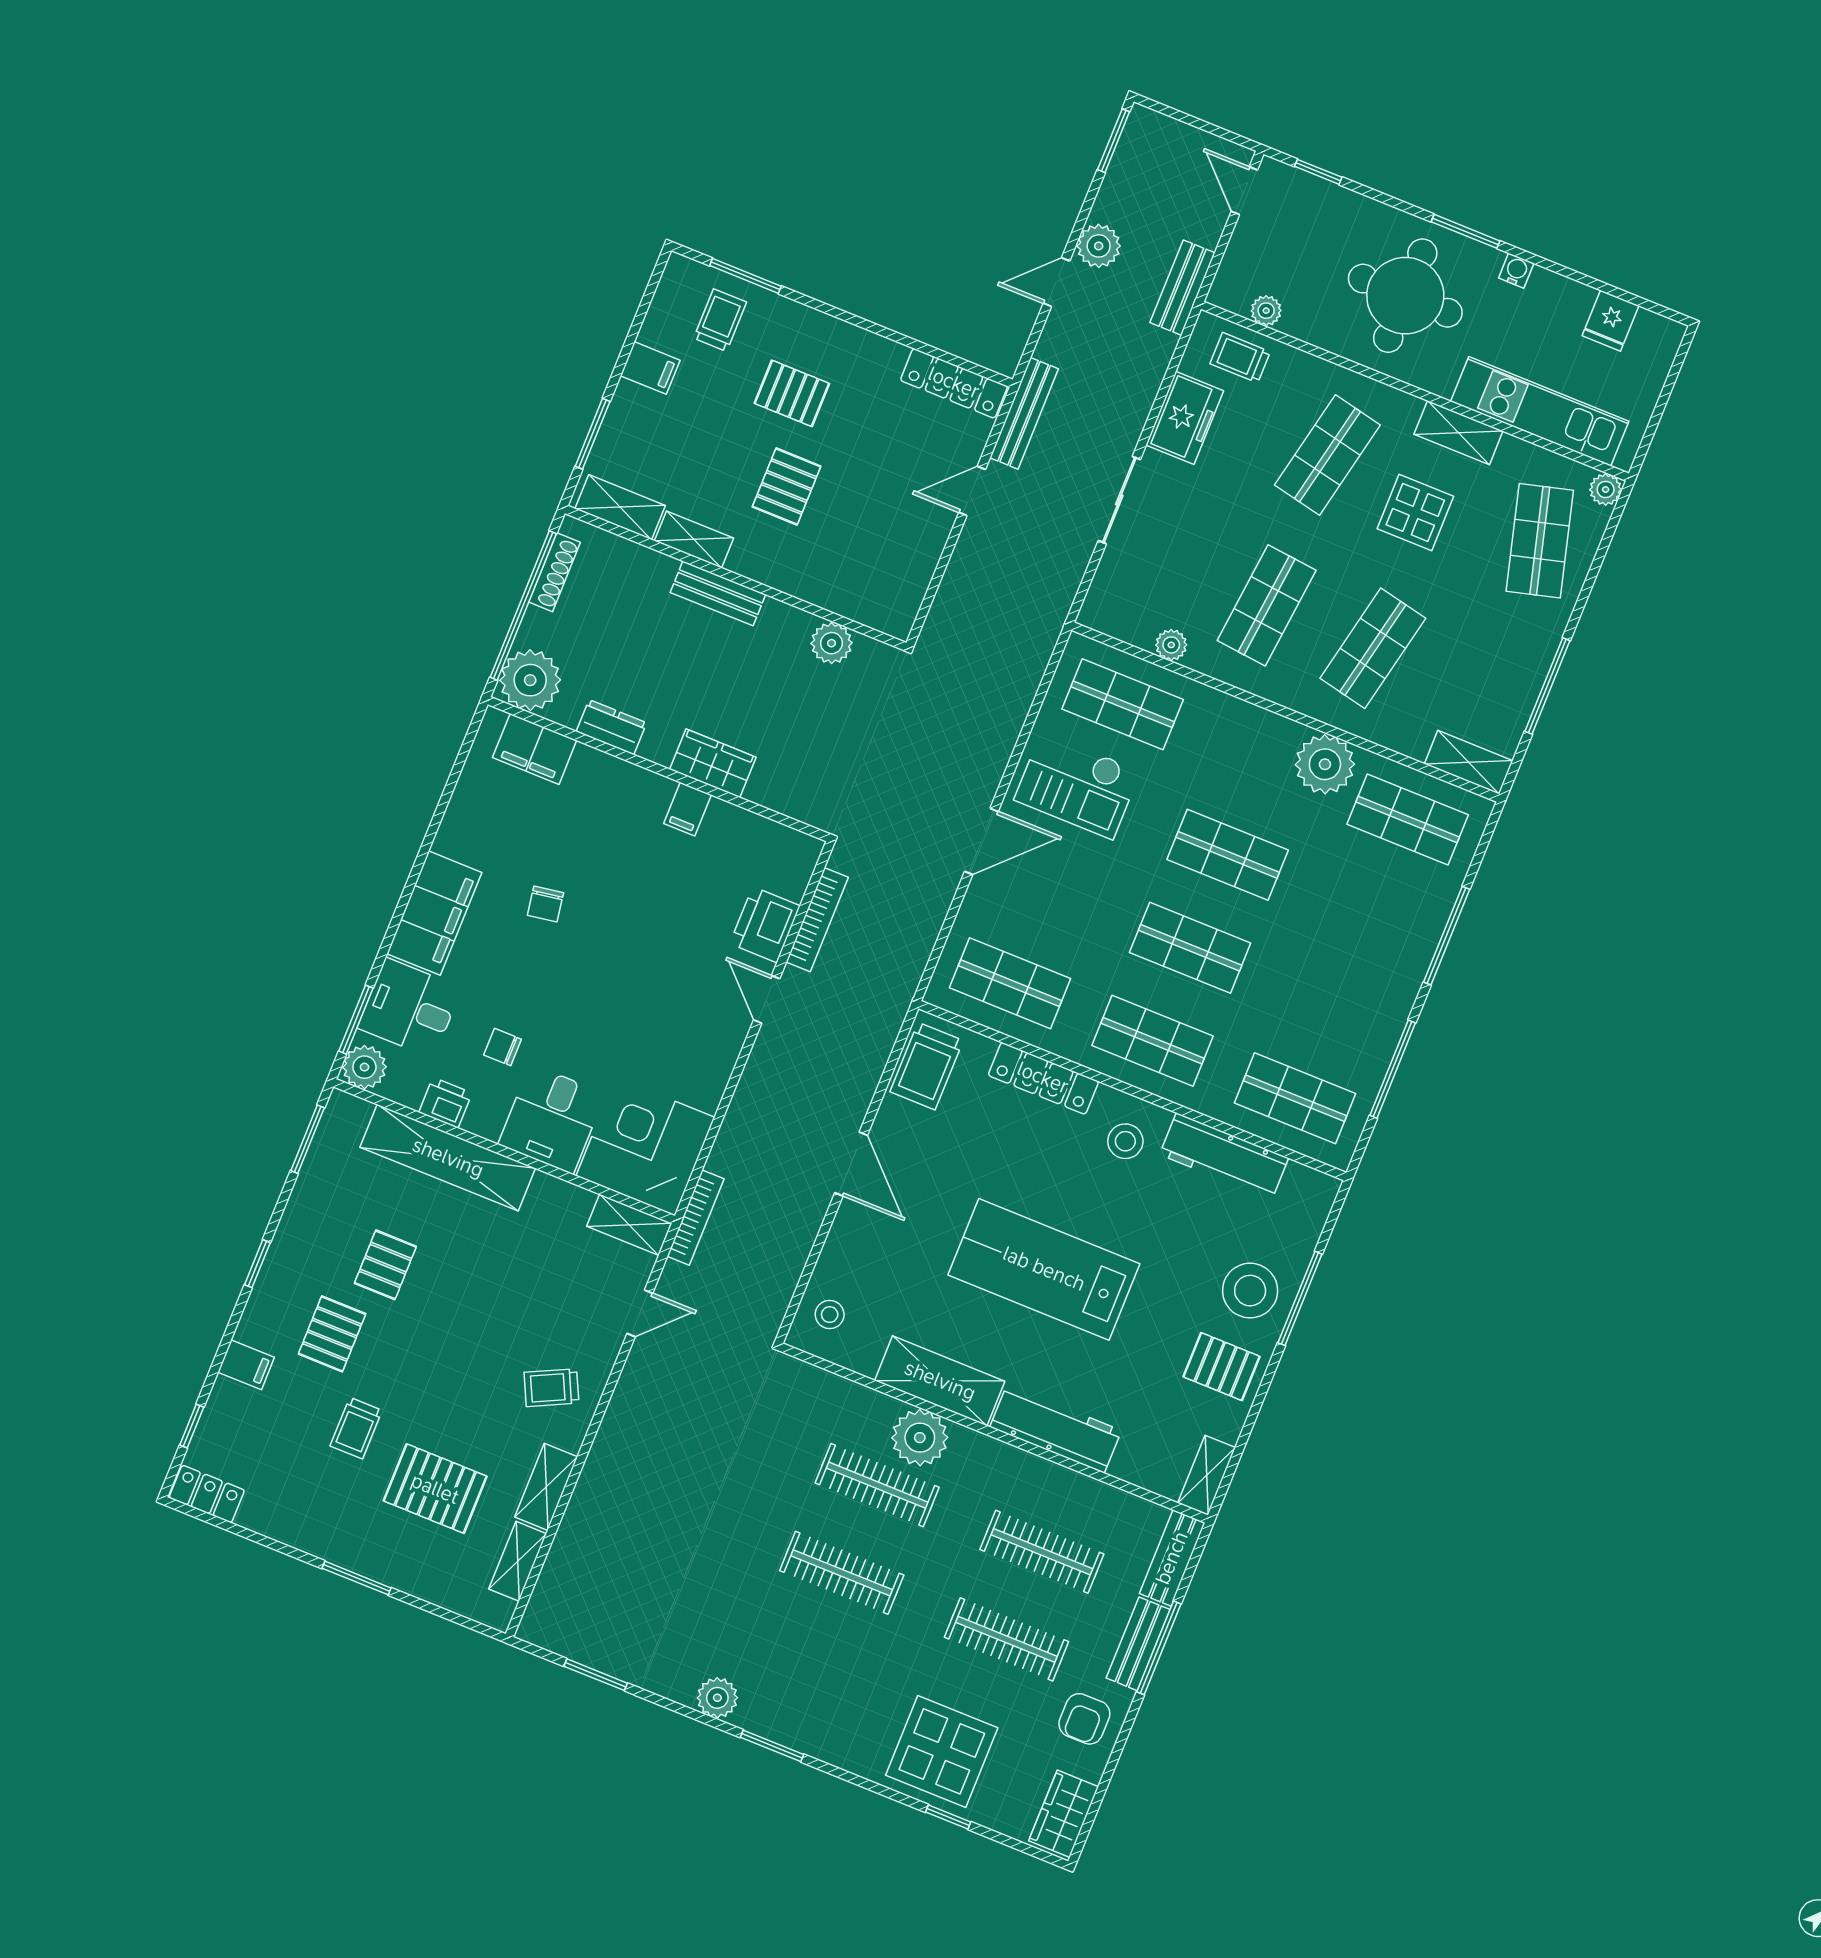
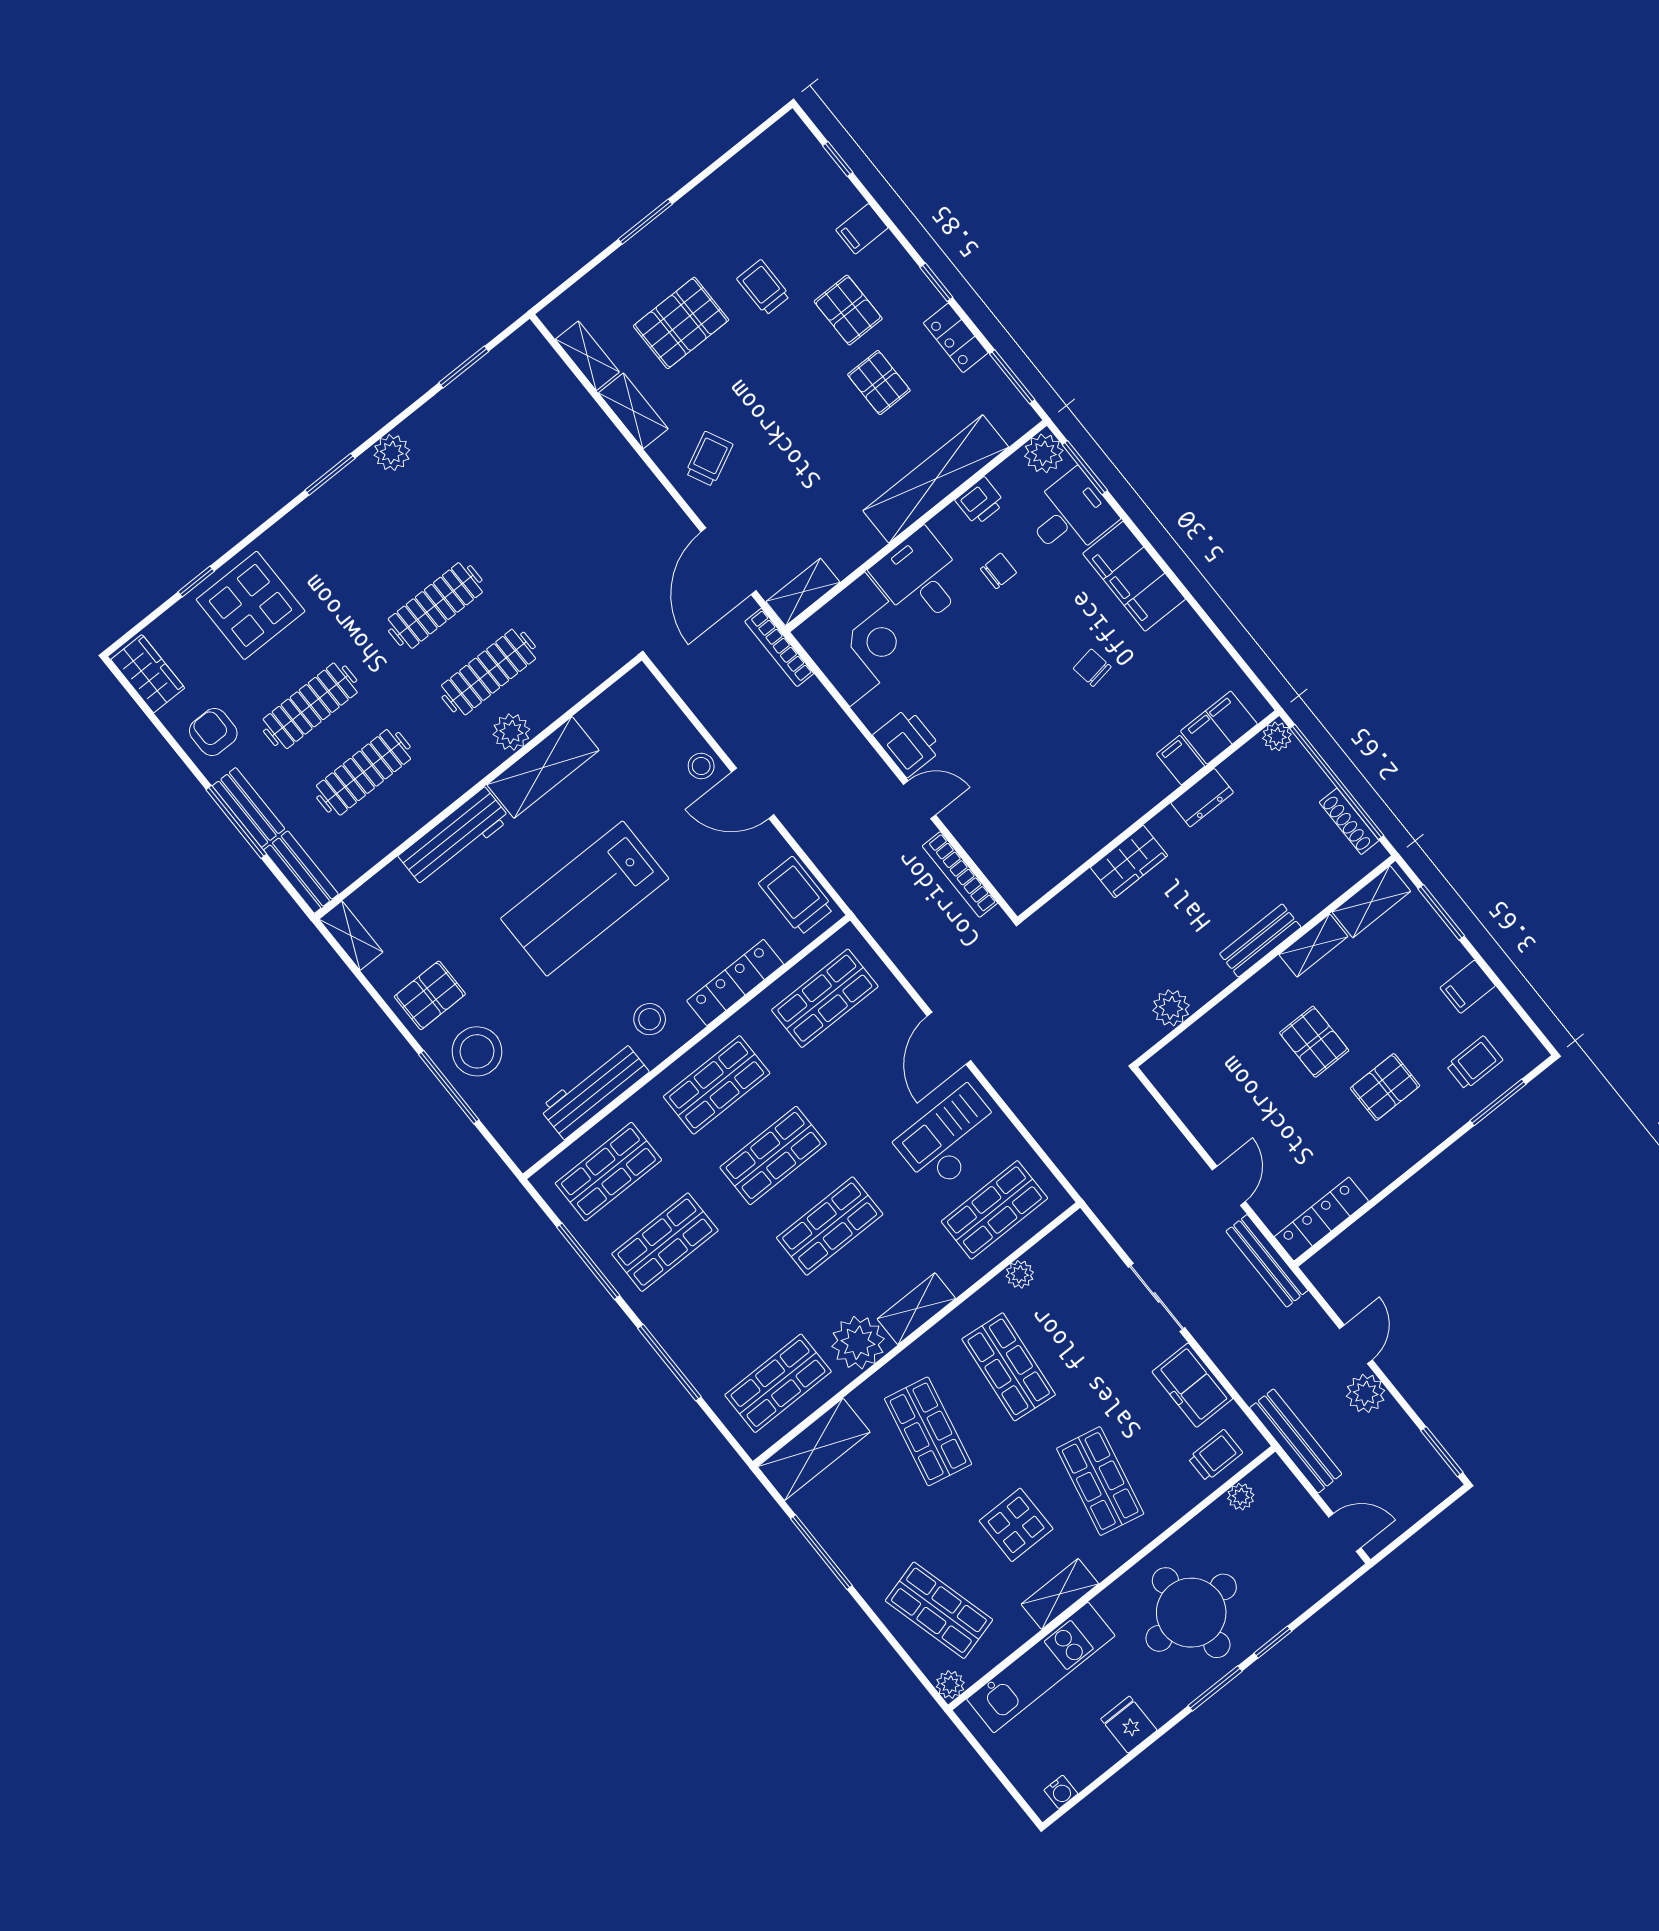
window: (1318, 172) -> (1273, 1642), moved
water cooler: (1516, 271) -> (1061, 1792), moved
bench: (1183, 288) -> (1296, 1441), width x1.36
trolley: (720, 320) -> (1474, 1063), turned -90
fridge: (1610, 321) -> (1129, 1725), moved
plant: (530, 680) -> (1277, 736), width x0.53, depth x0.53
shelving: (1261, 726) -> (916, 1309), added
shelving: (1469, 762) -> (814, 1449), width x1.50, depth x1.33
filing cabinet: (687, 809) -> (1181, 760), moved
printer: (765, 925) -> (908, 742), moved
shop shelf: (1333, 1005) -> (665, 1242), added
lab bench: (1044, 1269) -> (585, 899), turned 180
door: (640, 1313) -> (729, 561), width x1.87
stool: (830, 1315) -> (701, 766), moved
plant: (920, 1438) -> (511, 732), width x0.73, depth x0.73
locker: (207, 1494) -> (956, 338), moved, turned 90

